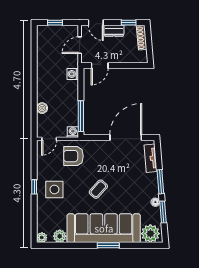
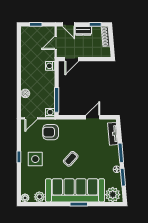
door: (126, 138) -> (93, 117), width x0.53

